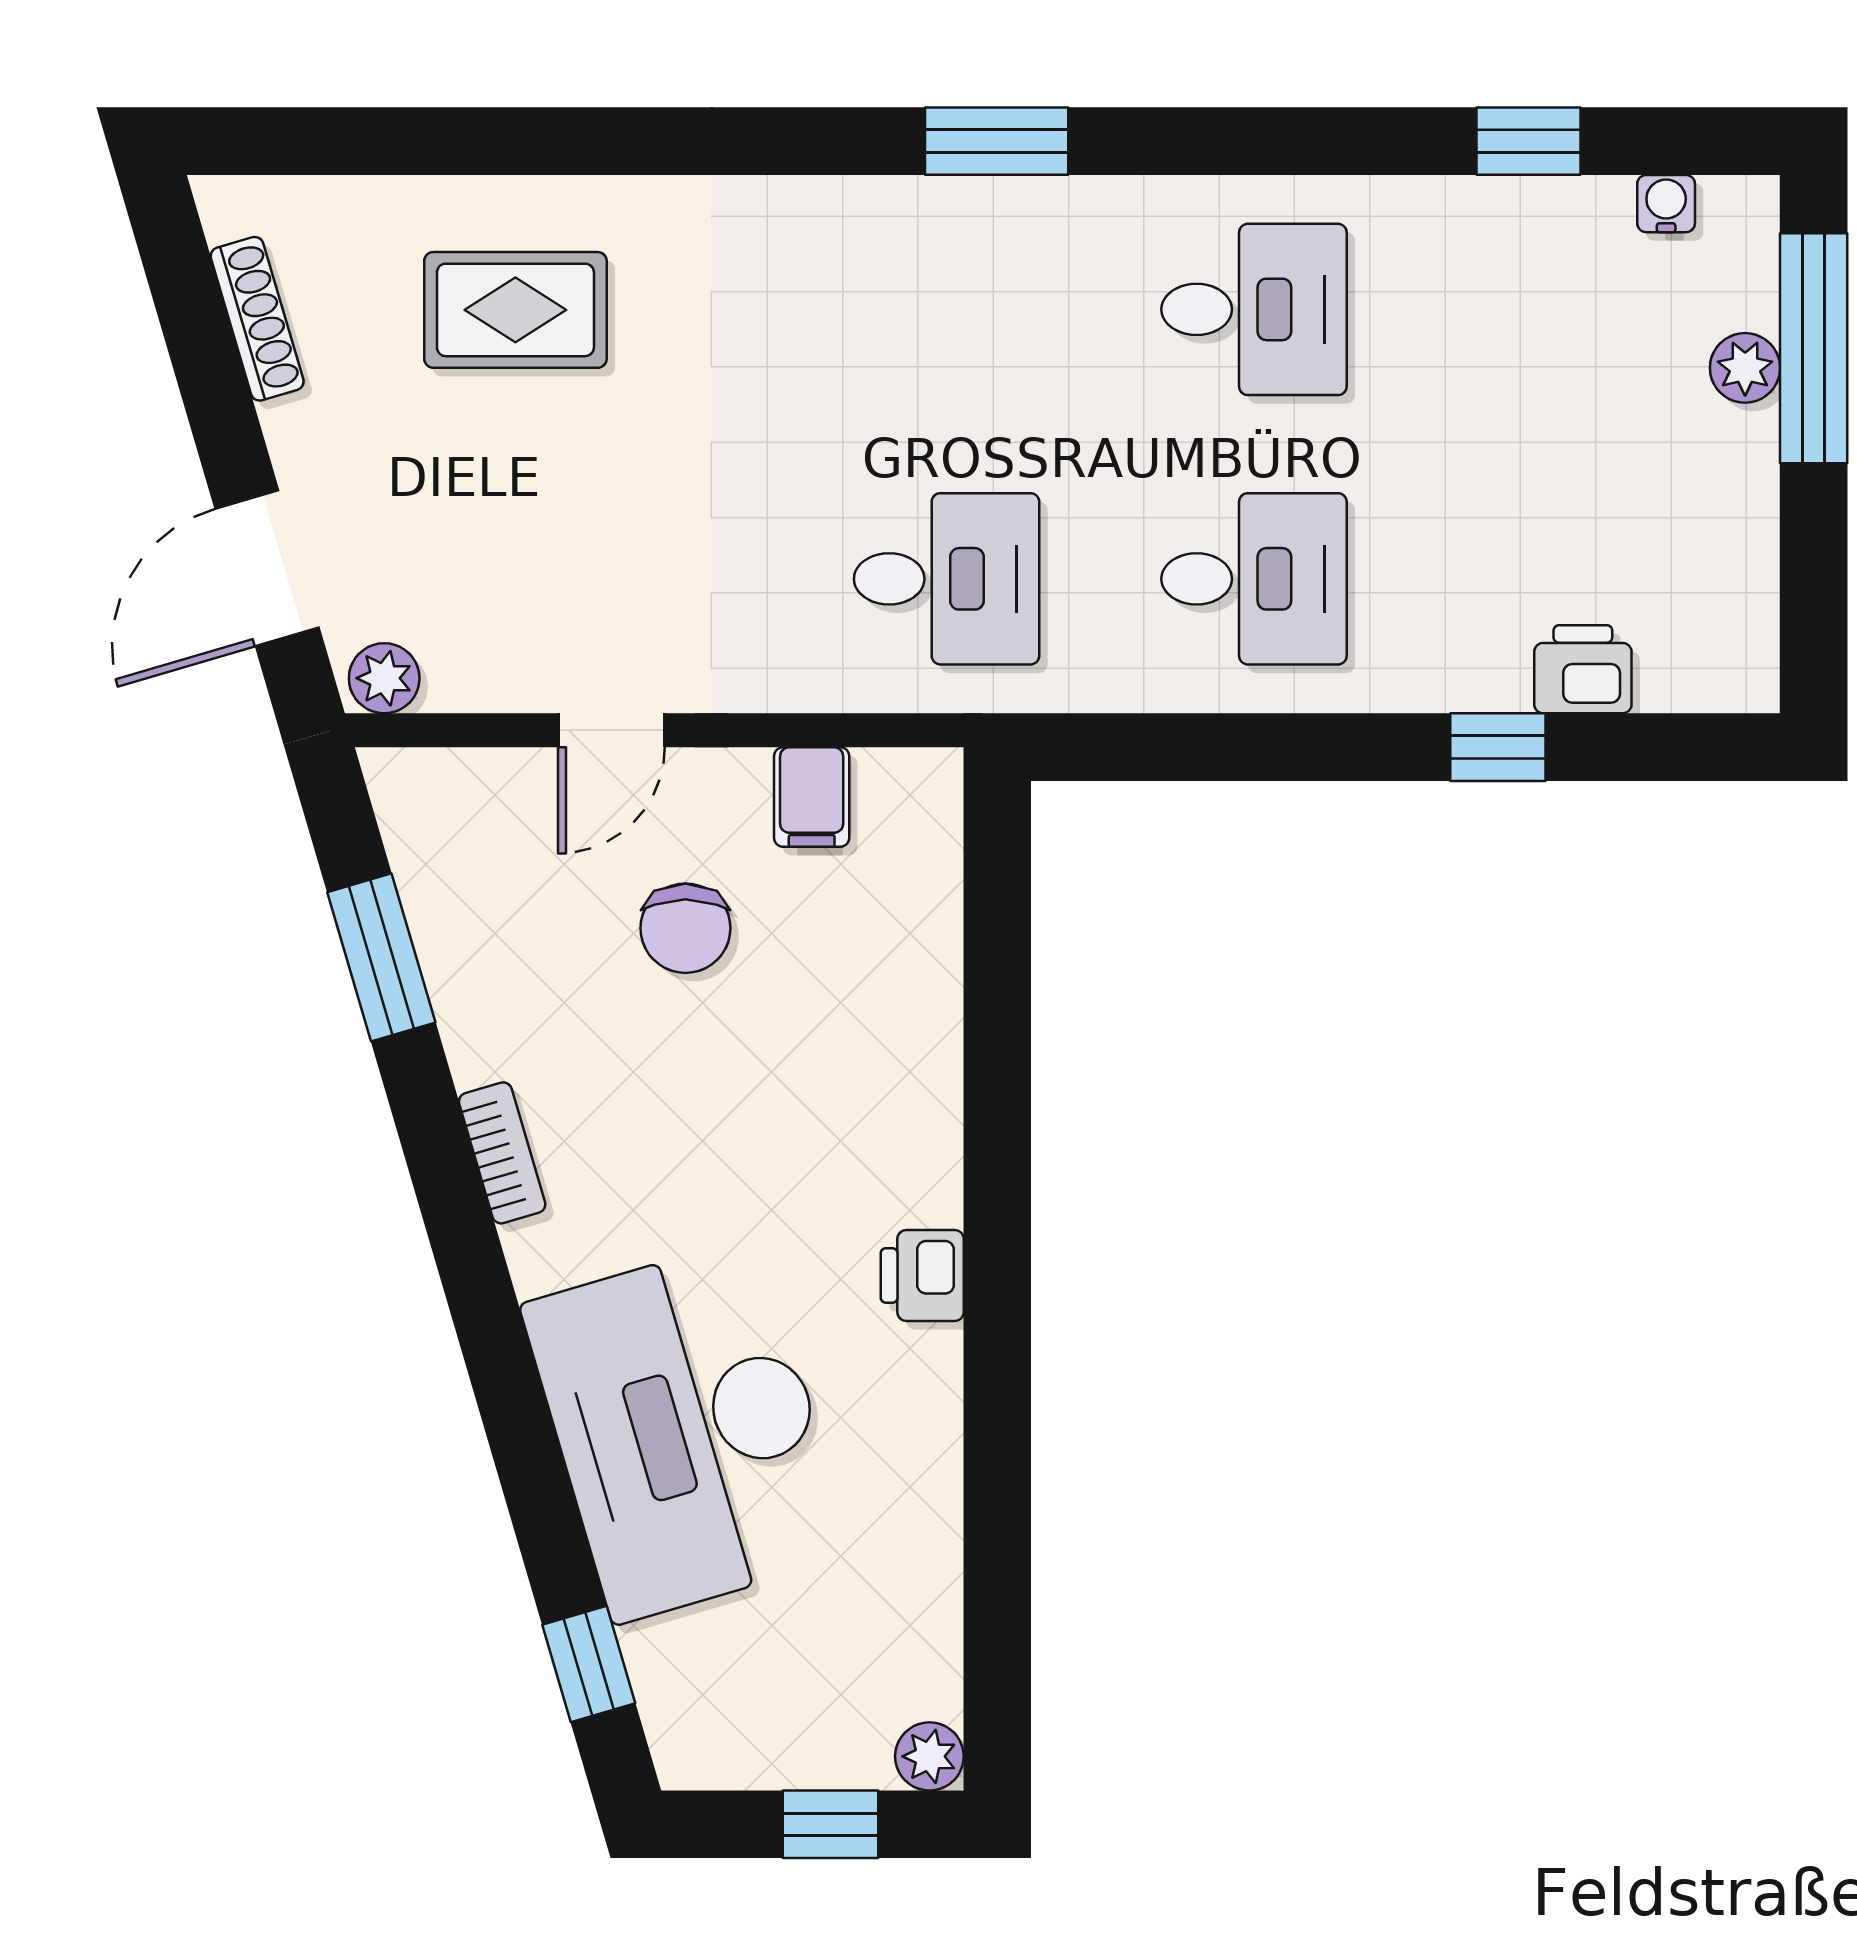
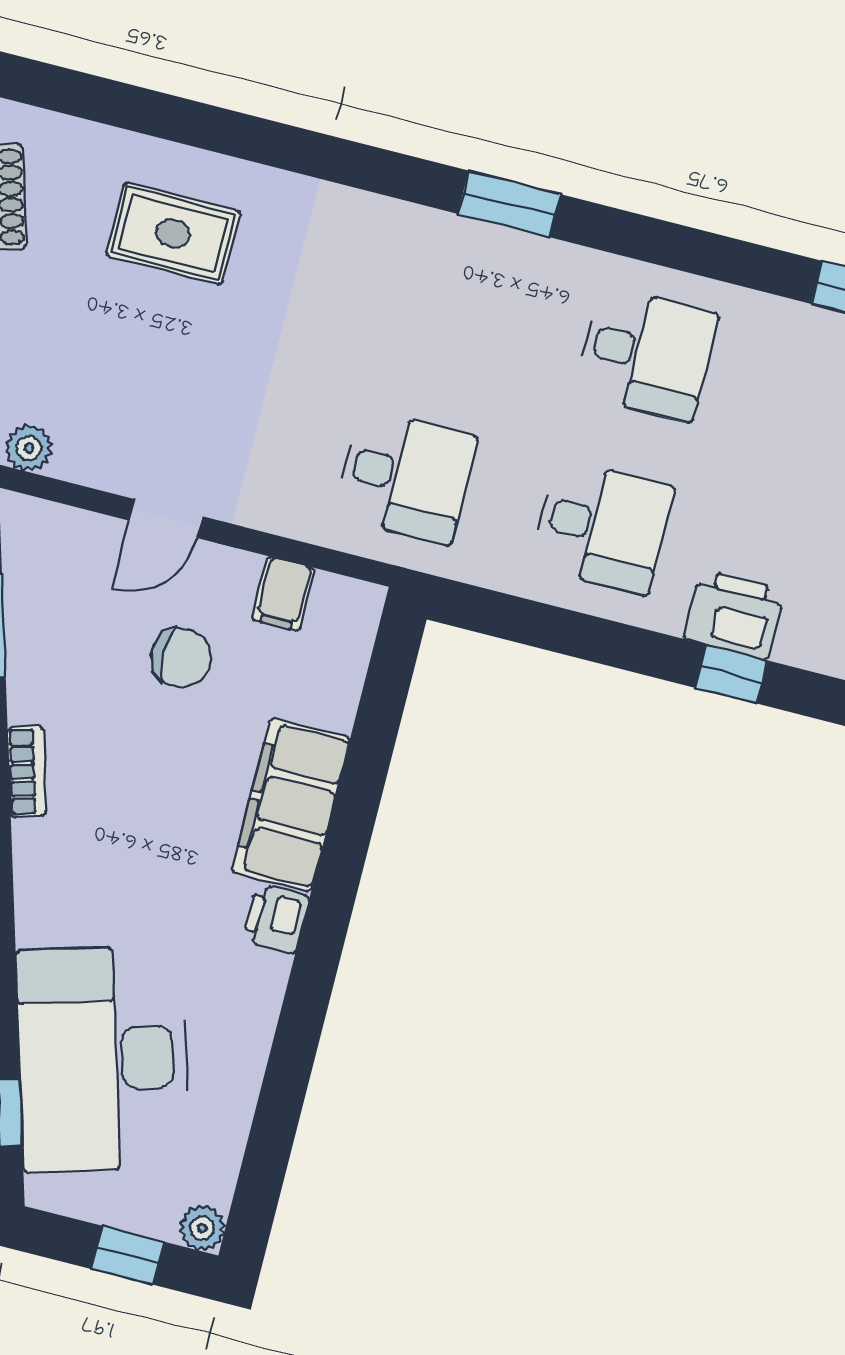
printer: (1583, 669) -> (734, 615), moved, width x1.36, depth x1.24
chair: (685, 928) -> (181, 657), turned -90
filing cabinet: (901, 1103) -> (291, 804), added
desk: (686, 1430) -> (103, 1059), moved

